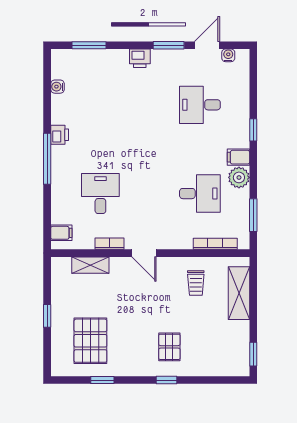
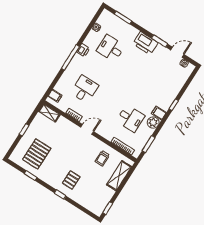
printer: (140, 58) -> (145, 43), width x1.87, depth x1.48
desk: (200, 105) -> (111, 48), moved
door: (144, 253) -> (87, 129), swing flipped
shelving: (90, 265) -> (49, 113), moved

